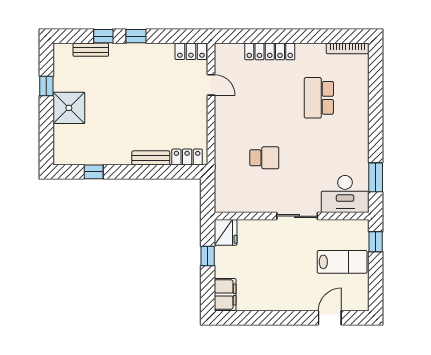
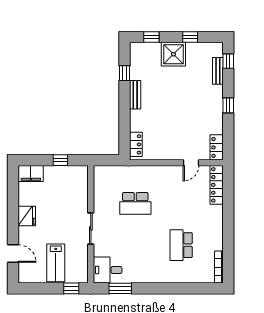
window: (103, 36) -> (228, 61), moved
locker: (270, 51) -> (217, 185), moved
school desk: (319, 98) -> (181, 245), turned -90
window: (46, 137) -> (151, 37), added
bench: (151, 158) -> (135, 95), moved
school desk: (264, 158) -> (135, 203), width x1.85
desk: (345, 194) -> (108, 270), width x0.73
fridge: (226, 232) -> (27, 216), moved, turned -90

